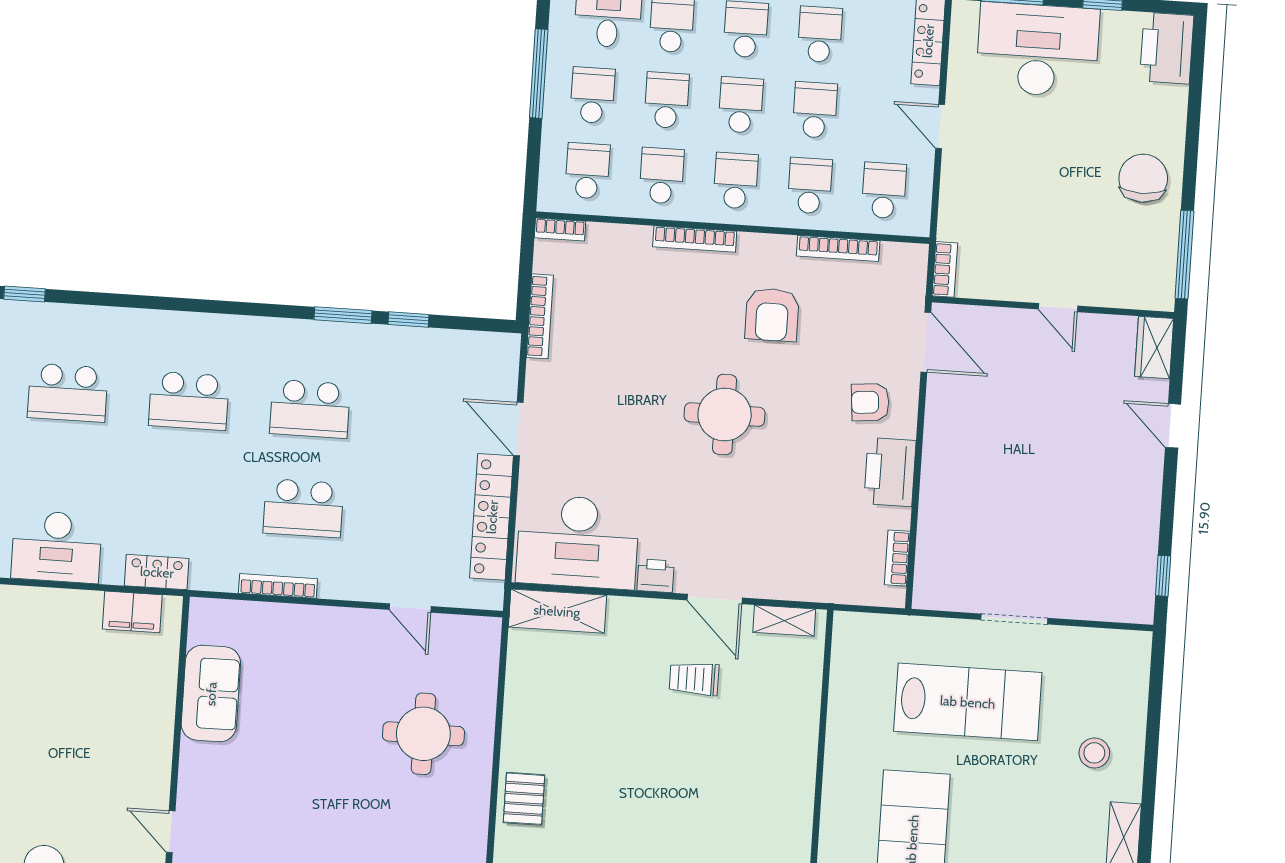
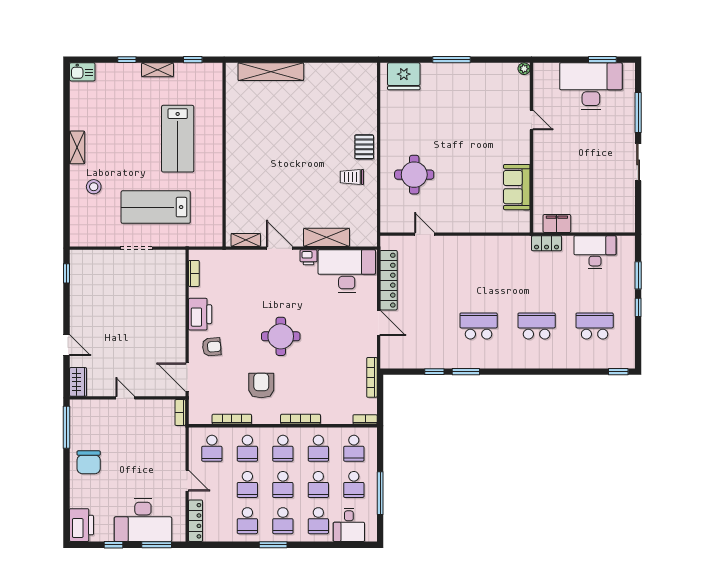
school desk: (303, 508) -> (479, 278), removed
bookcase: (278, 586) -> (488, 240), removed
shelving: (557, 611) -> (327, 237), moved
trolley: (694, 679) -> (352, 177), moved, turned 180

